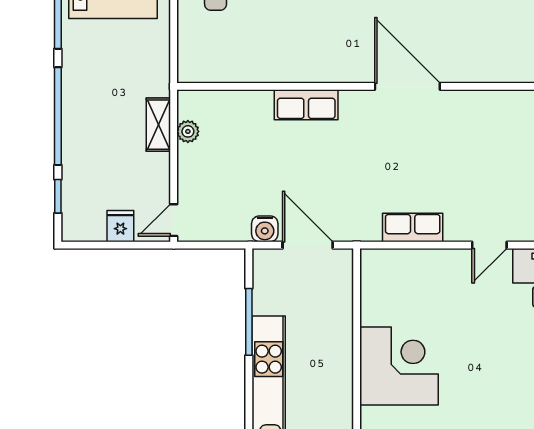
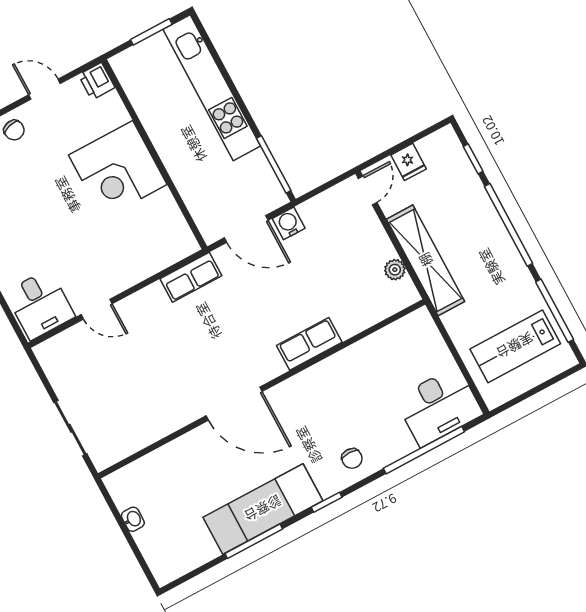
shelving: (158, 125) -> (425, 260), width x2.20, depth x1.33
row of seats: (413, 227) -> (191, 277), moved
door: (489, 245) -> (97, 309), swing flipped
window: (249, 322) -> (274, 164), moved

